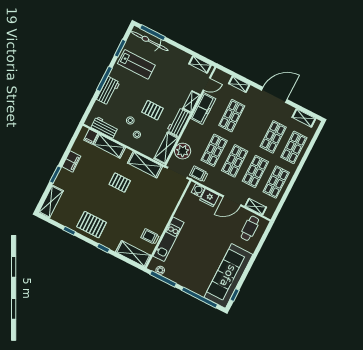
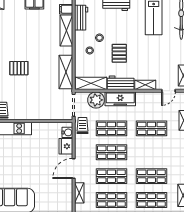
door: (207, 84) -> (169, 91), hinge flipped
freezer: (203, 108) -> (120, 99), moved
pallet: (120, 183) -> (19, 68), moved, turned 90
door: (232, 201) -> (74, 168), hinge flipped
cafe table: (250, 228) -> (57, 198), removed

